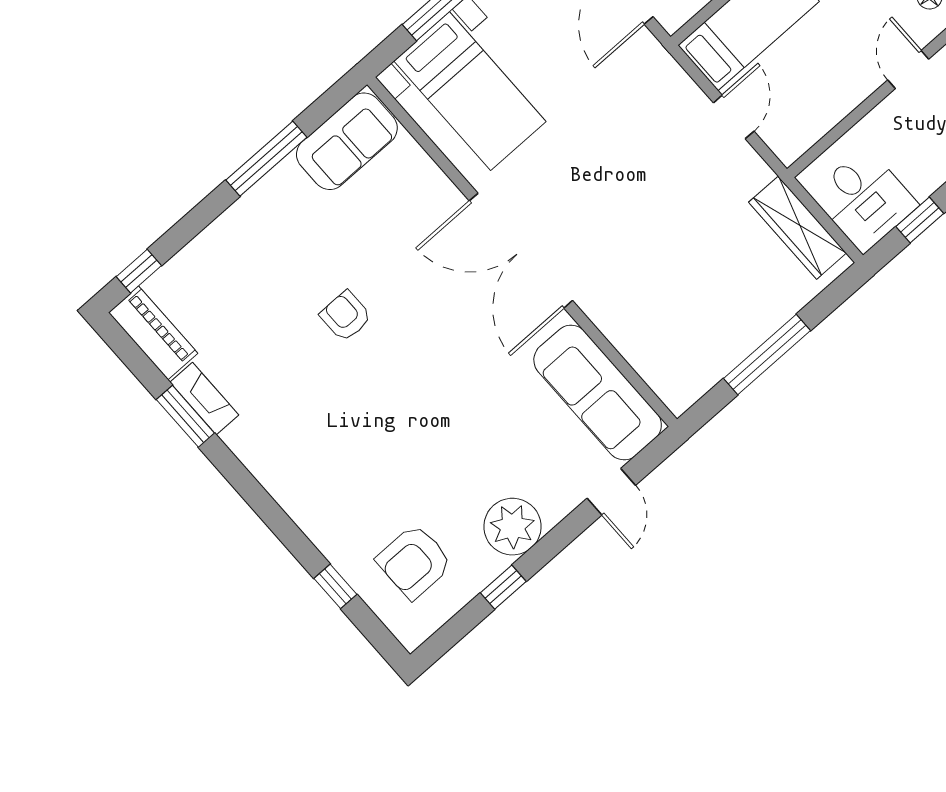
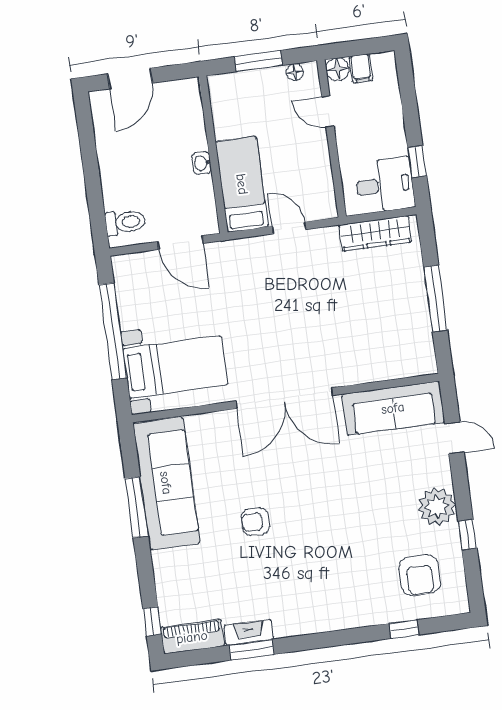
sofa: (347, 141) -> (166, 483), width x1.85, depth x1.27

